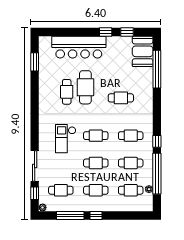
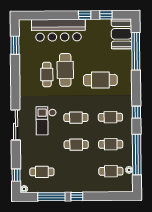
cafe table: (121, 98) -> (100, 80), width x1.37, depth x1.35
window: (157, 141) -> (136, 112), moved
sliding door: (35, 166) -> (16, 125), moved
cafe table: (96, 190) -> (76, 172), removed

